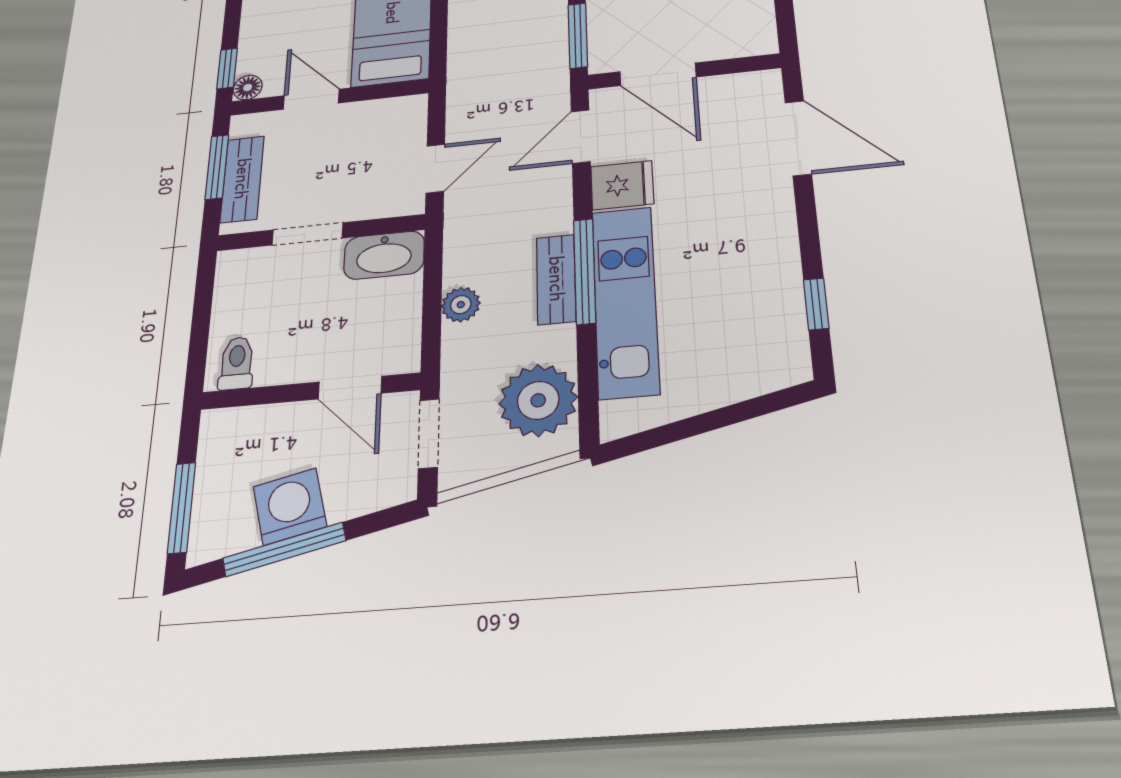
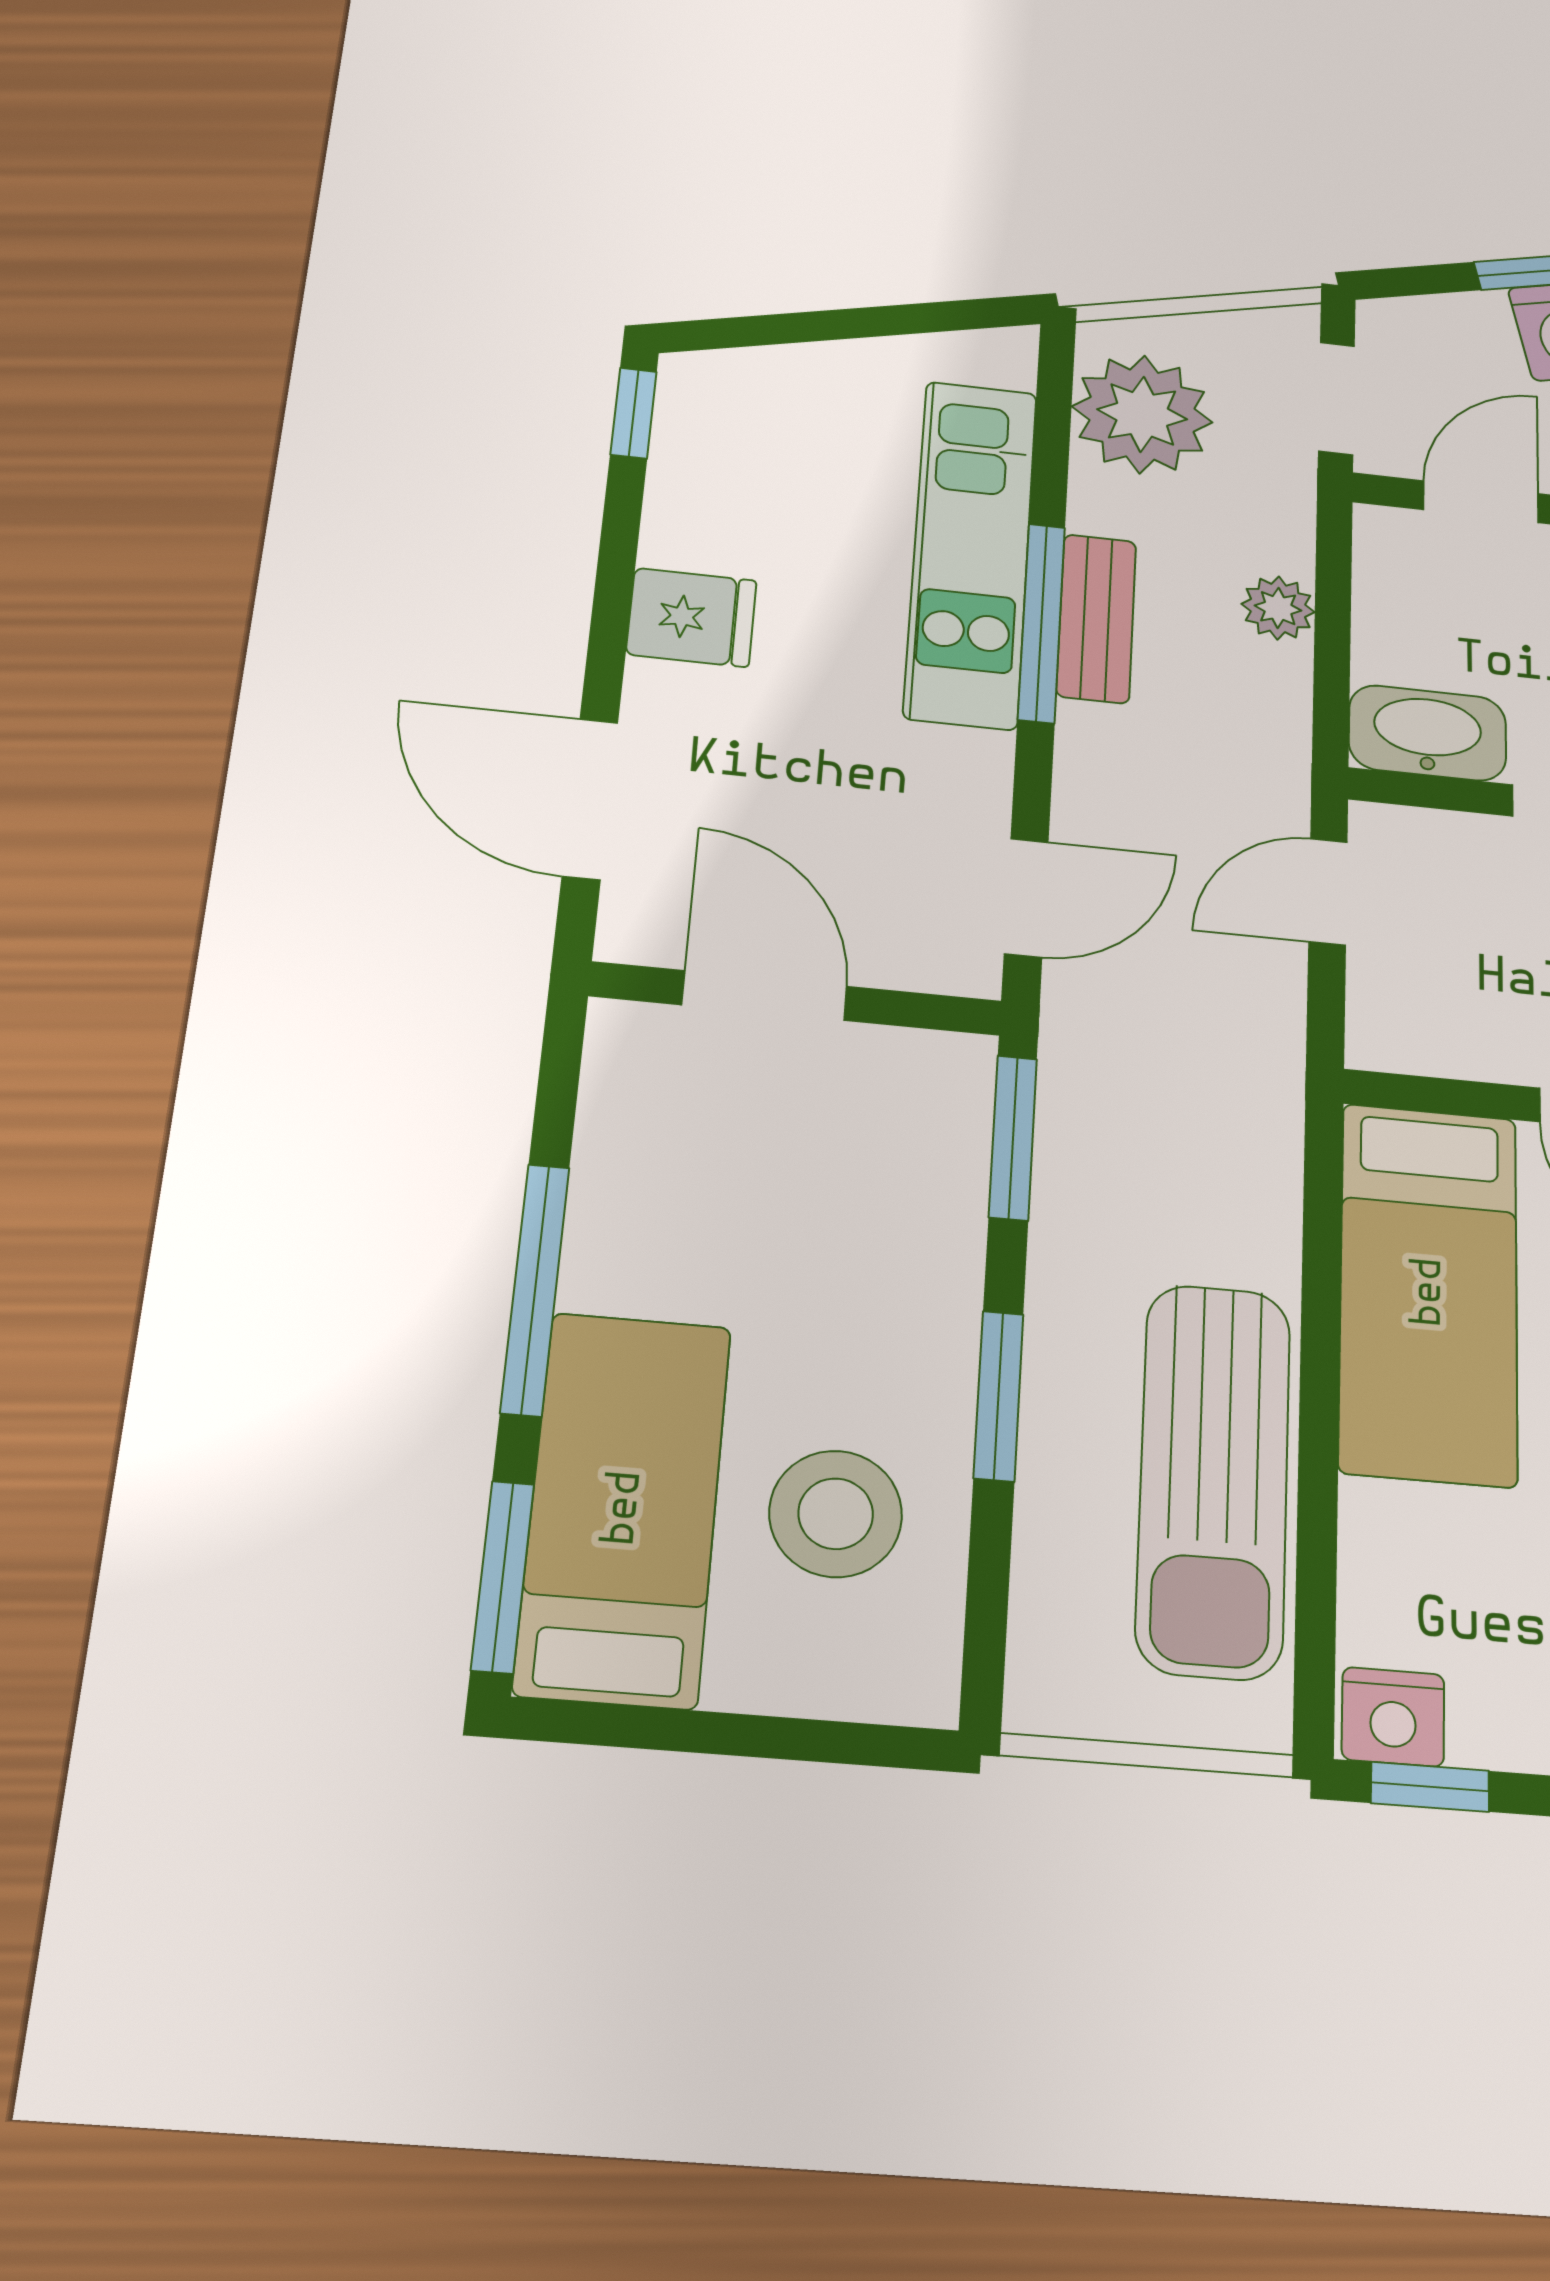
door: (658, 74) -> (765, 996), moved
fridge: (622, 185) -> (691, 617), moved, turned 180
window: (816, 304) -> (633, 413), moved
door: (350, 388) -> (1481, 502), hinge flipped

